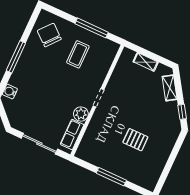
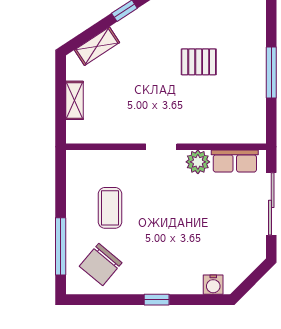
window: (92, 28) -> (61, 246), moved
coffee table: (78, 54) -> (110, 208), turned 90
window: (16, 57) -> (157, 300), width x0.46
pallet: (135, 140) -> (199, 62), turned 90

